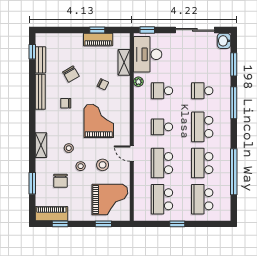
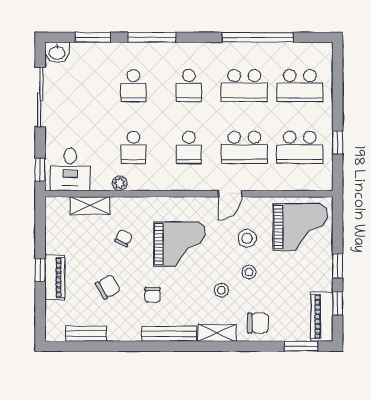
window: (97, 30) -> (40, 270), moved
piano: (98, 39) -> (55, 277), moved
window: (32, 52) -> (74, 346), removed
desk: (148, 54) -> (70, 169), width x0.73
bench: (40, 92) -> (169, 334), moved
grand piano: (99, 121) -> (180, 244), turned 180
school desk: (202, 127) -> (189, 86), width x0.54
chair: (60, 181) -> (258, 323), moved
window: (32, 183) -> (301, 346), moved
grand piano: (110, 200) -> (300, 227), turned 90
window: (103, 224) -> (338, 266), moved
window: (177, 224) -> (338, 143), moved

